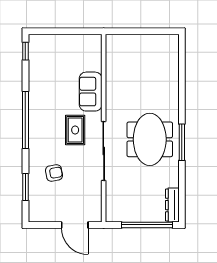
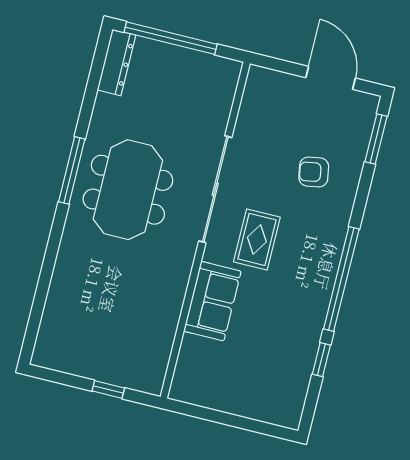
window: (134, 31) -> (108, 390), added
window: (25, 51) -> (321, 360), moved
window: (25, 187) -> (376, 139), moved
door: (75, 225) -> (331, 78), moved

